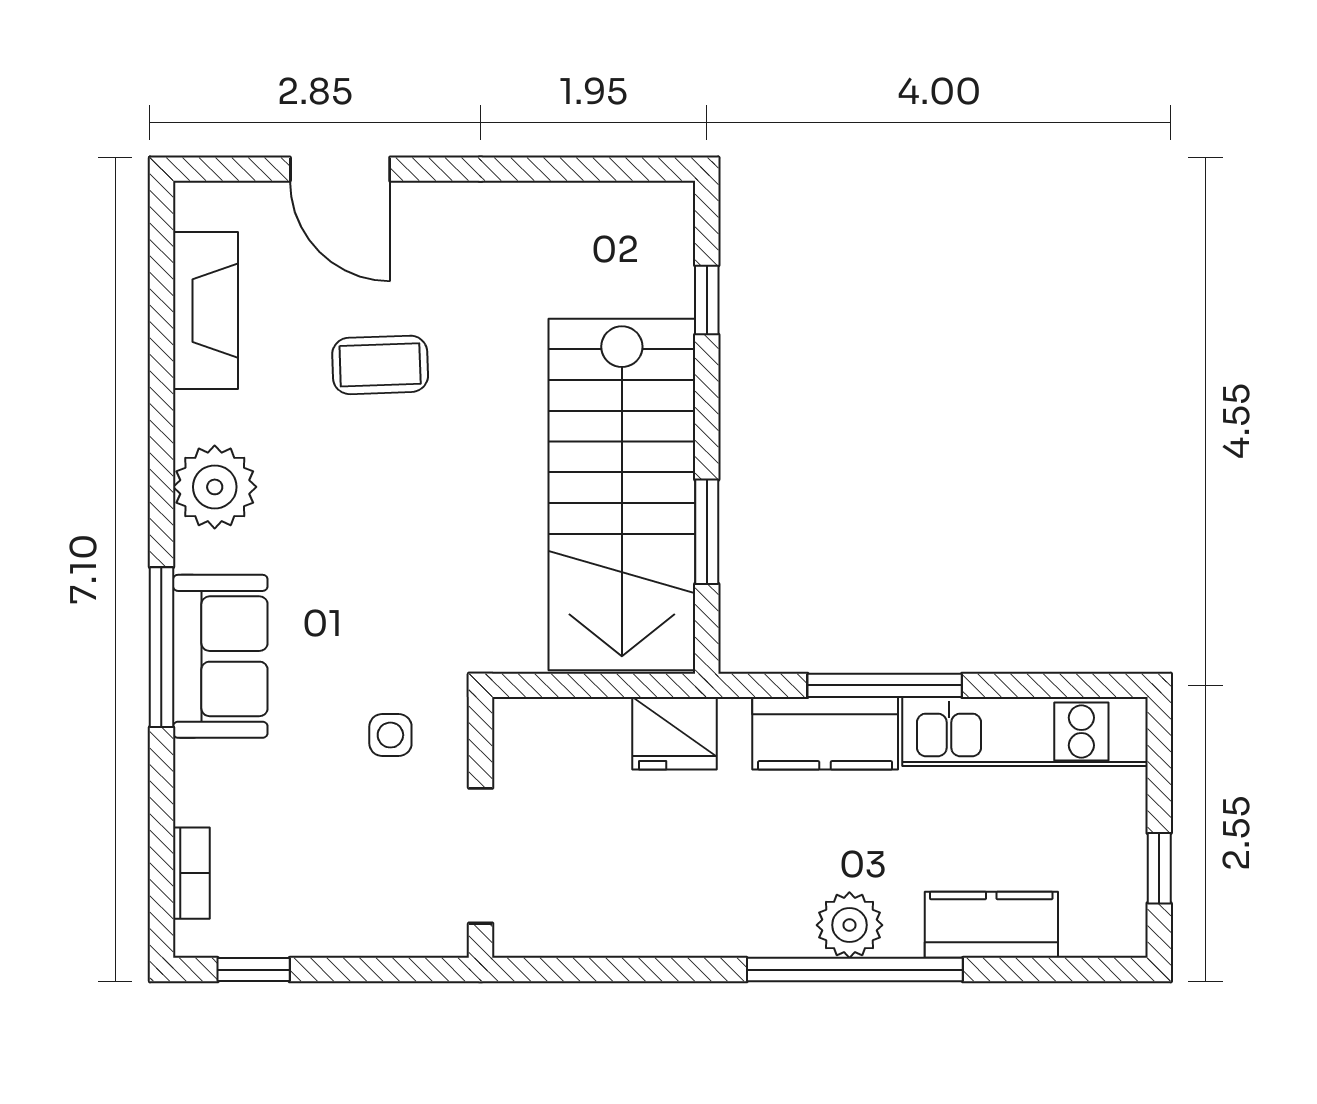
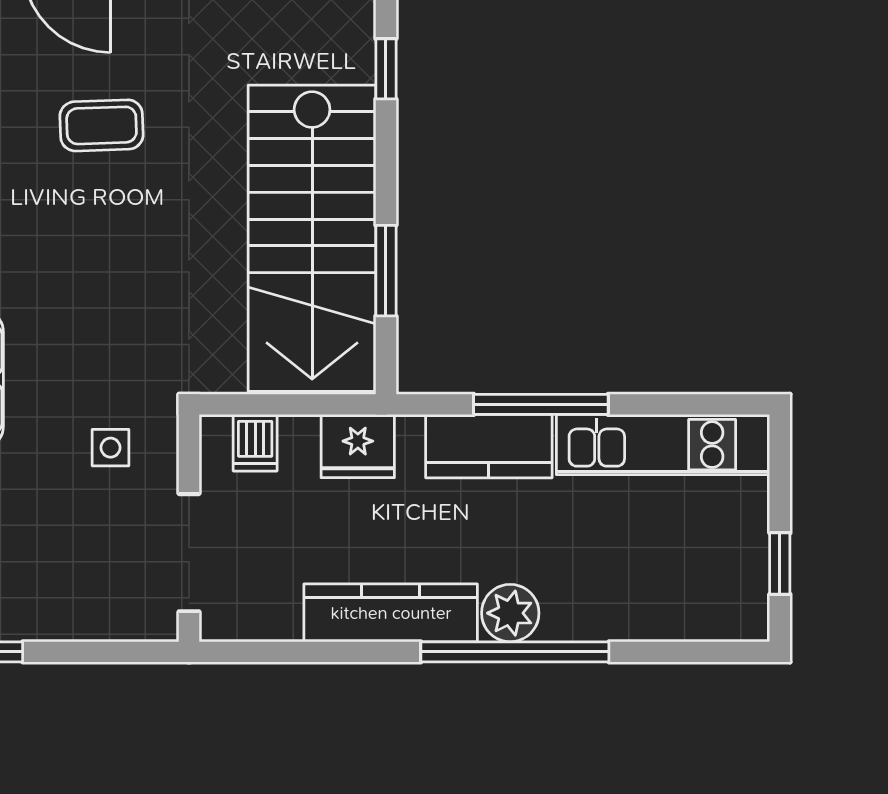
dishwasher: (556, 729) -> (255, 443), added
kitchen counter: (991, 925) -> (391, 613), moved, width x1.50

